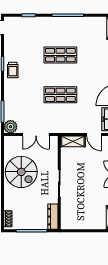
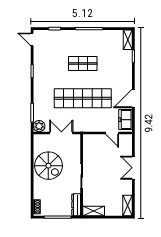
trolley: (13, 70) -> (41, 77), removed
shop shelf: (60, 95) -> (83, 98), width x2.00, depth x1.36
double door: (36, 135) -> (61, 133), swing flipped
shelving: (73, 141) -> (94, 211), moved

